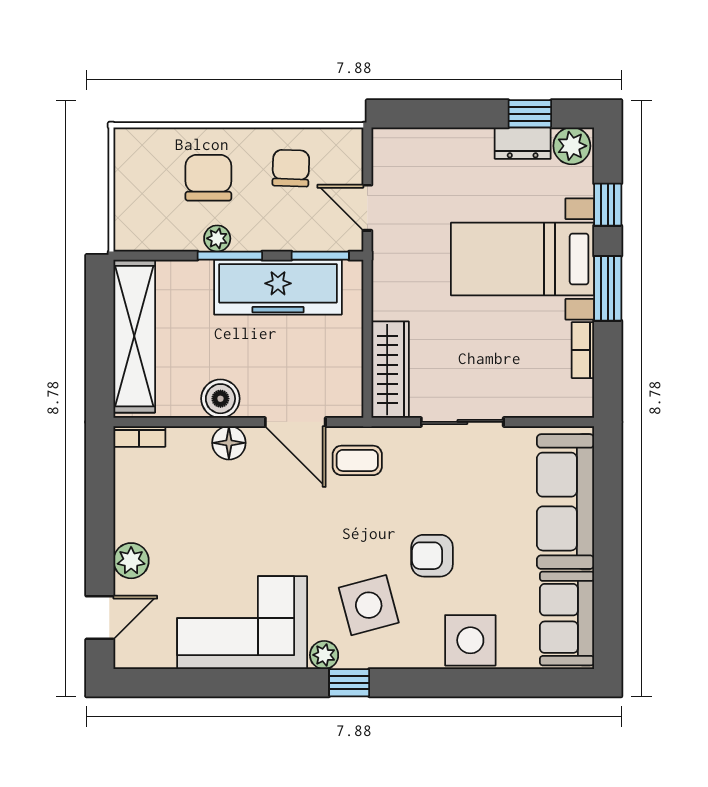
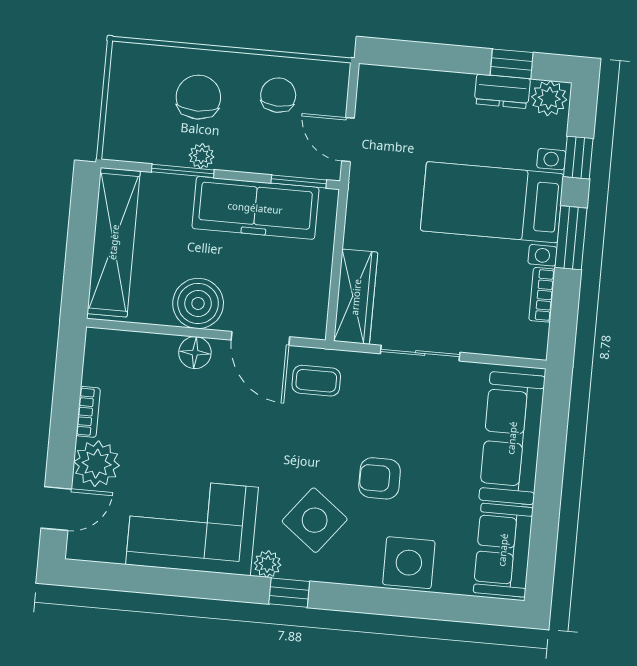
window: (230, 256) -> (183, 171), moved
boiler: (220, 399) -> (198, 303), width x1.37, depth x1.37
bookcase: (139, 436) -> (88, 412), moved, turned -90
plant: (131, 561) -> (97, 464), width x1.36, depth x1.36
side table: (369, 605) -> (315, 520), turned -37

